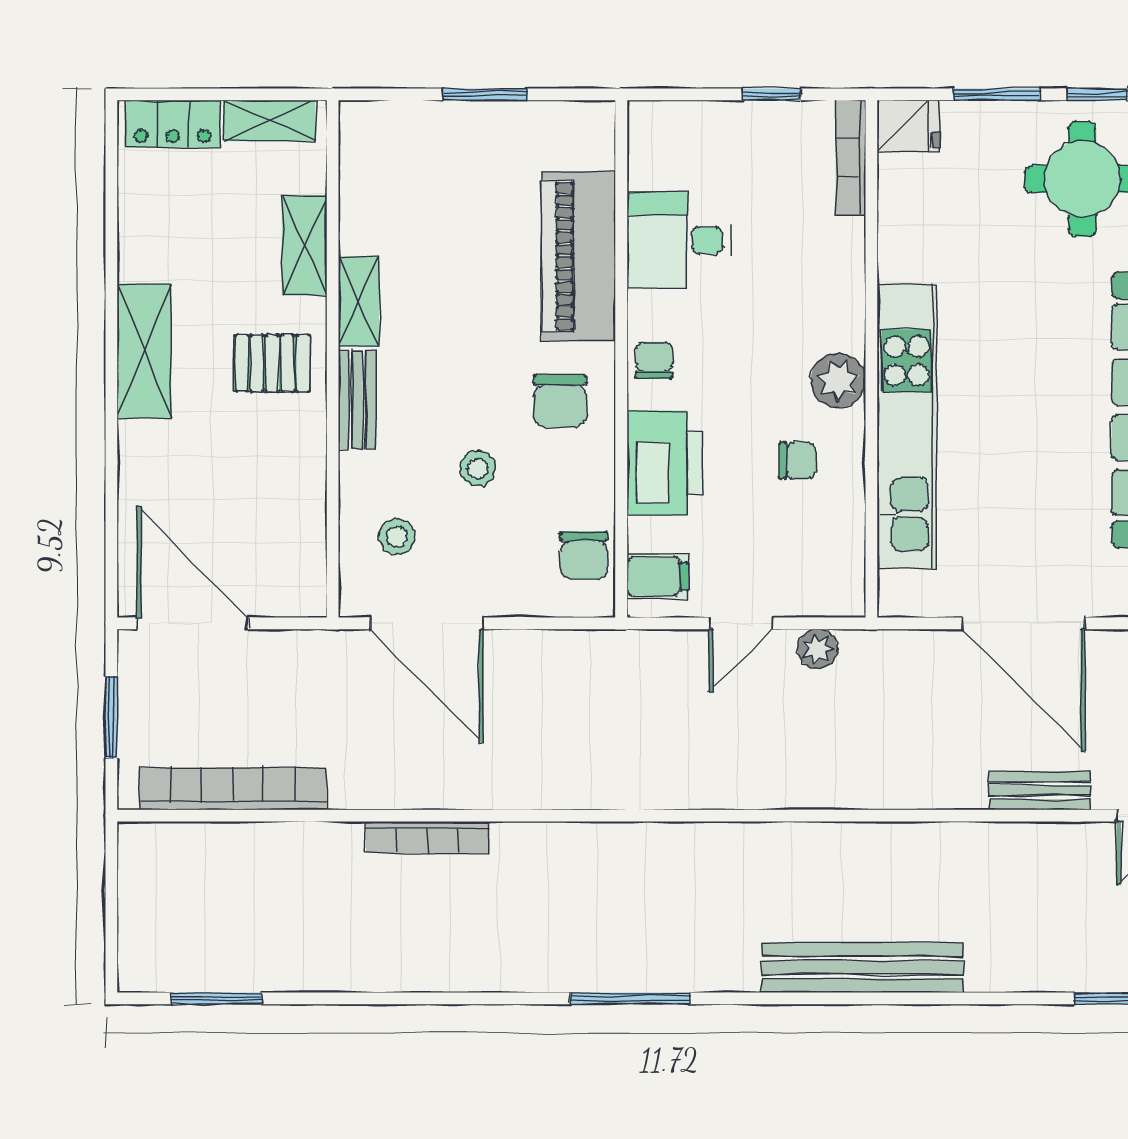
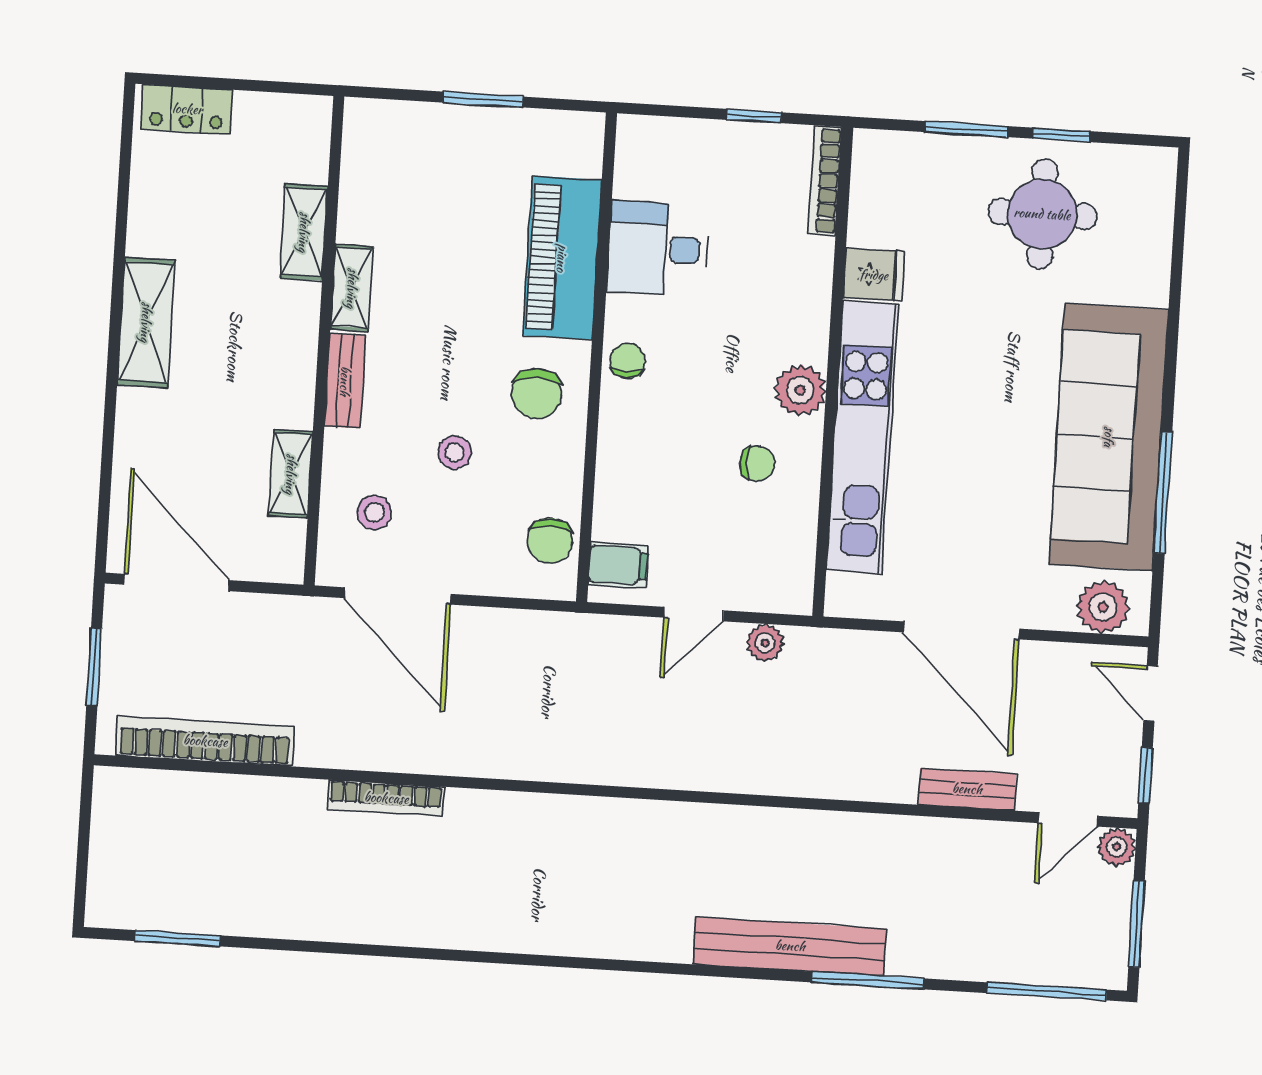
shelving: (270, 121) -> (291, 474), moved, turned 90
fridge: (908, 126) -> (874, 275), moved
pallet: (272, 363) -> (267, 341), removed
printer: (665, 463) -> (632, 458), removed
window: (630, 998) -> (868, 980), moved

